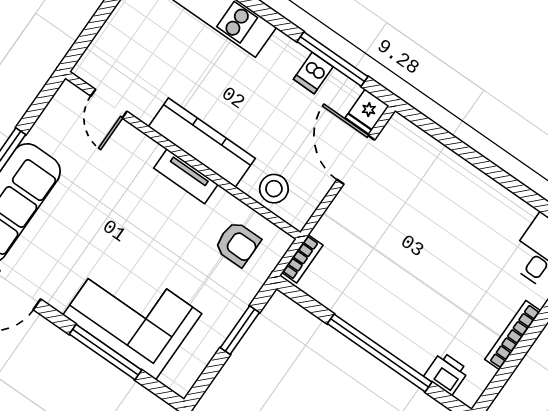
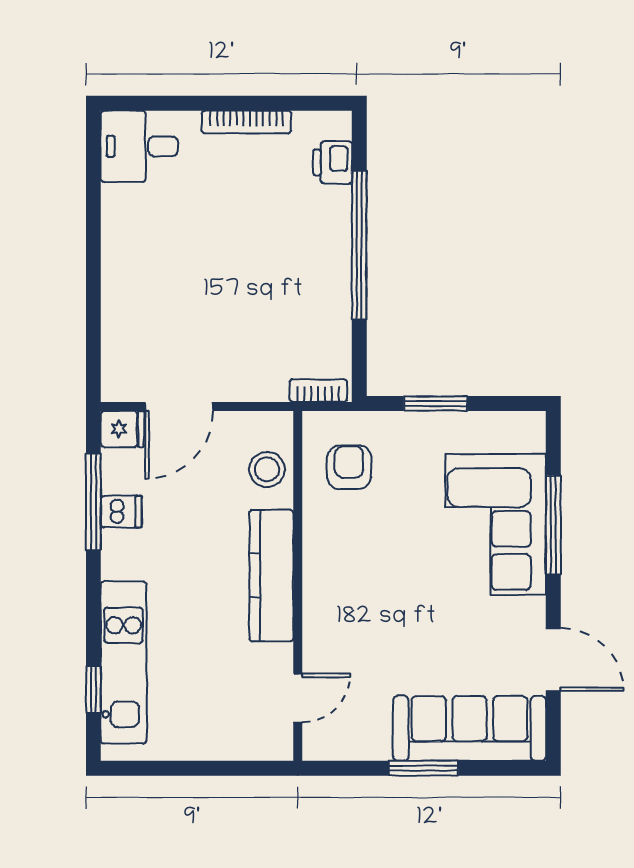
tv unit: (186, 176) -> (317, 568), removed

